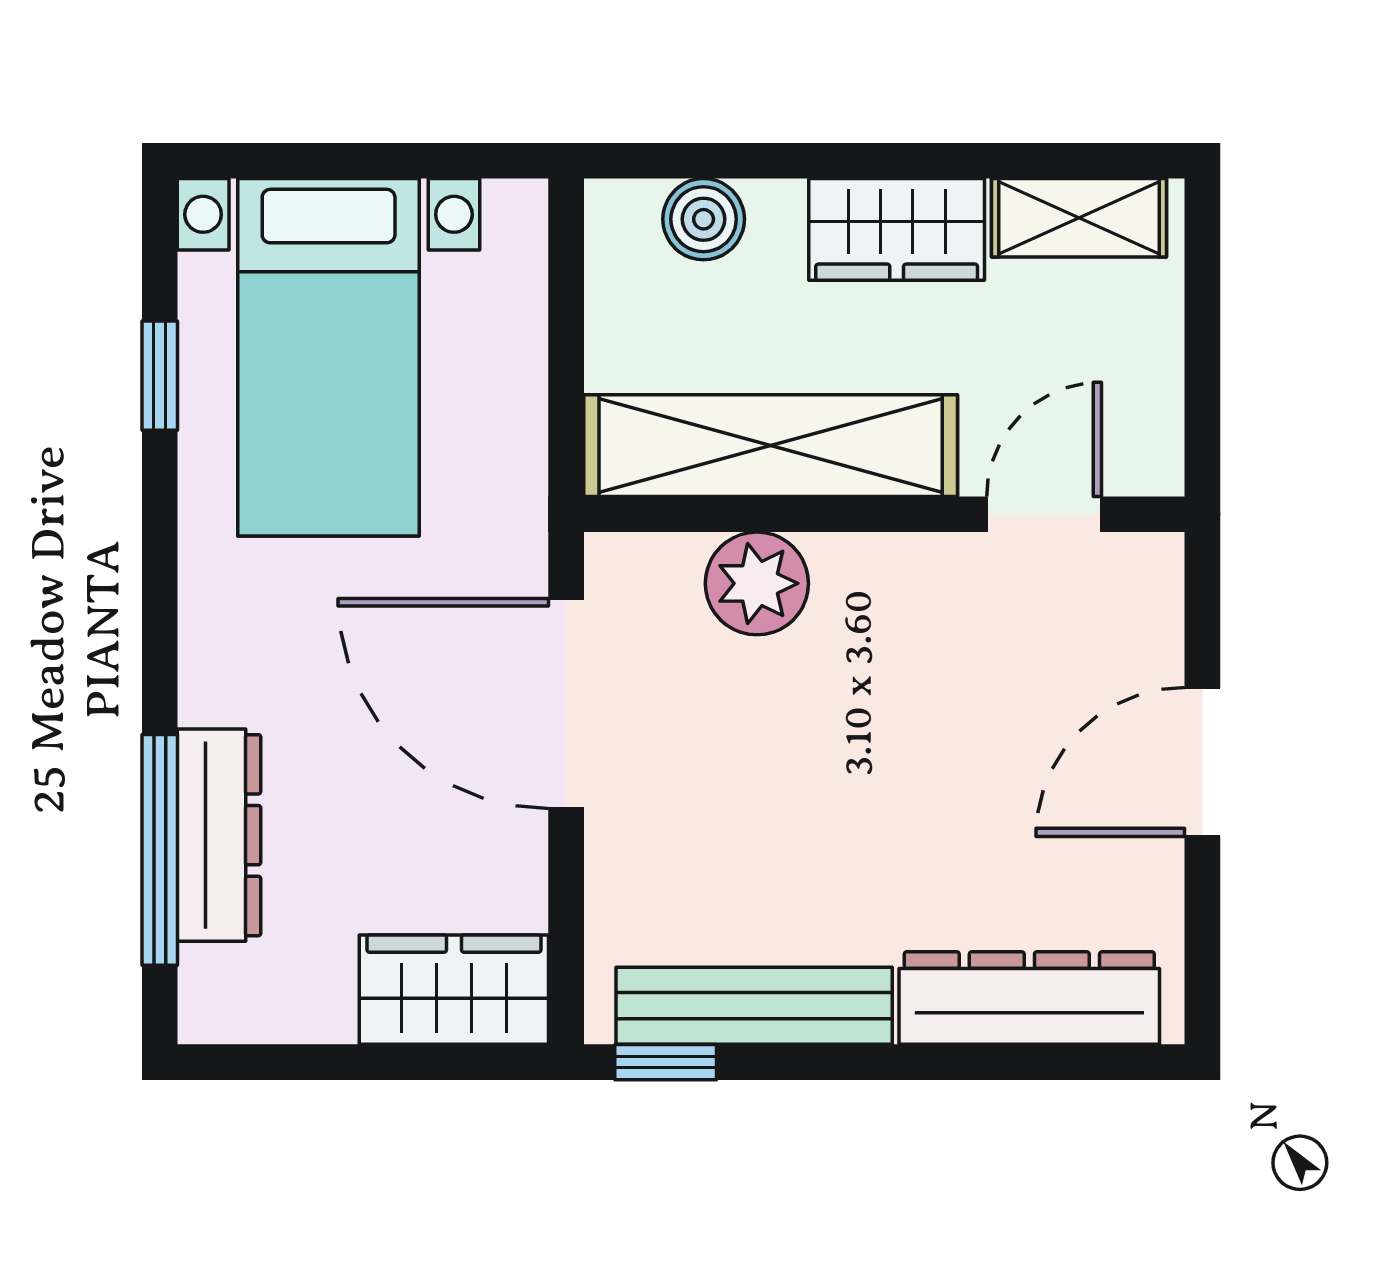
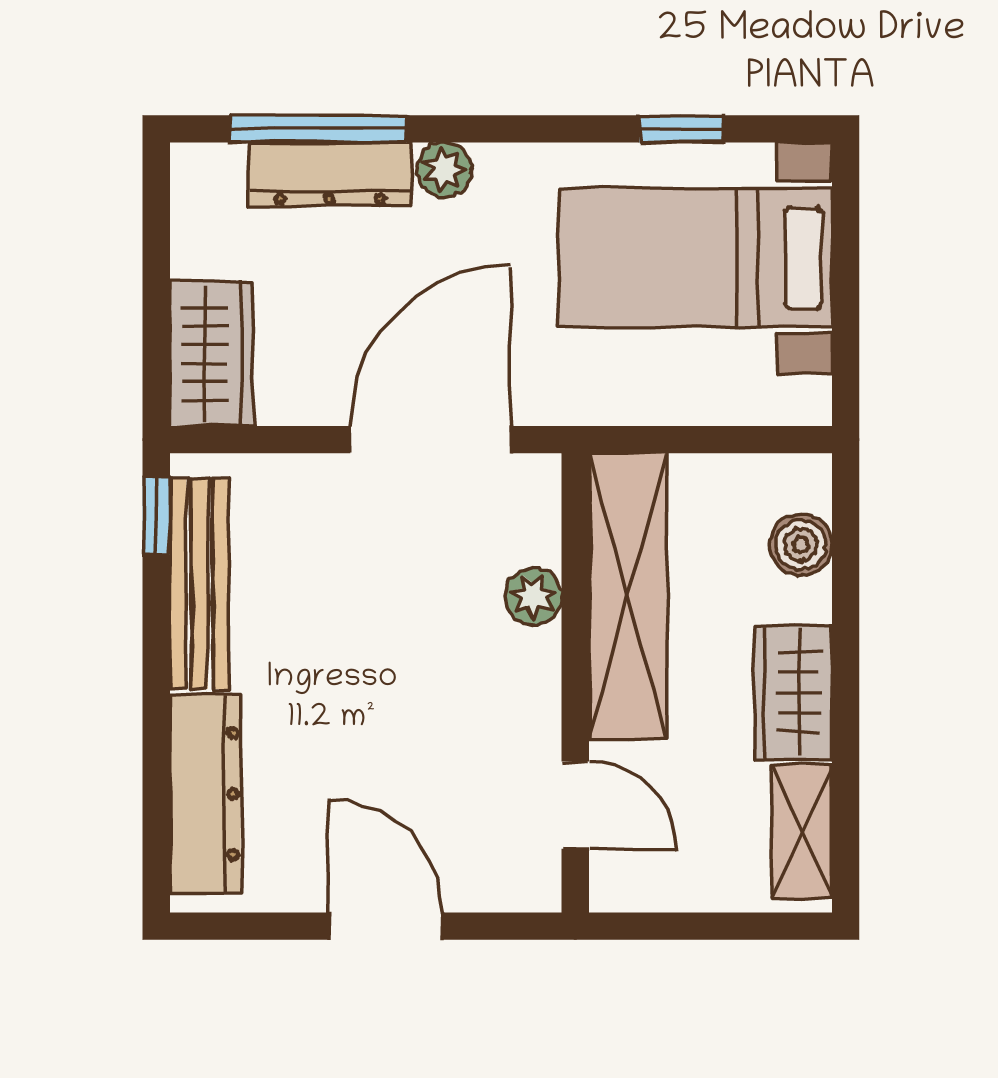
plant: (757, 583) -> (533, 596), width x0.73, depth x0.73
plant: (213, 686) -> (444, 170), added

